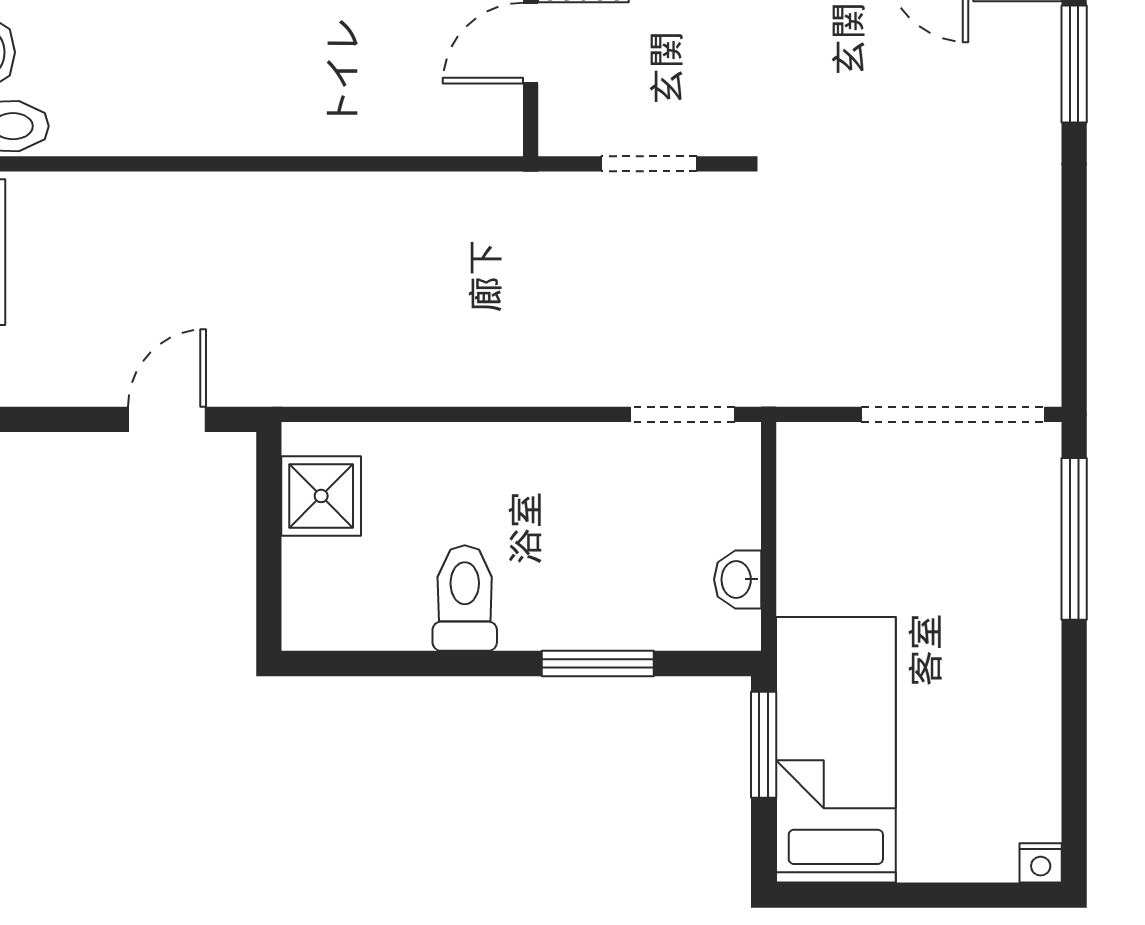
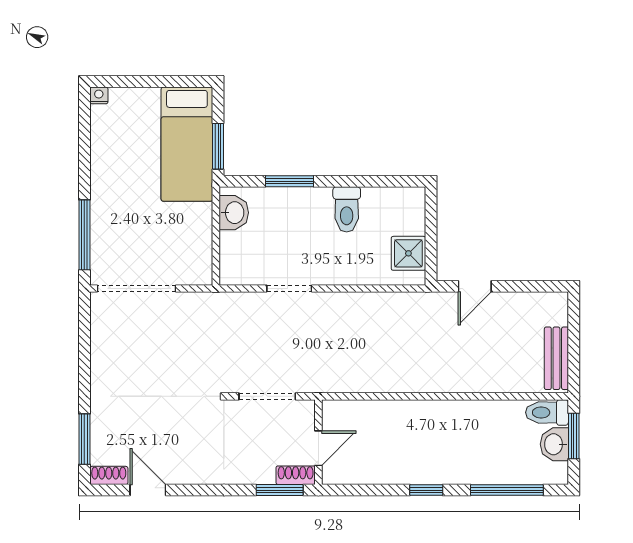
doorway: (649, 164) -> (267, 396), width x1.38
doorway: (682, 414) -> (289, 289), moved
washbasin: (738, 579) -> (234, 213), width x1.38, depth x1.45

